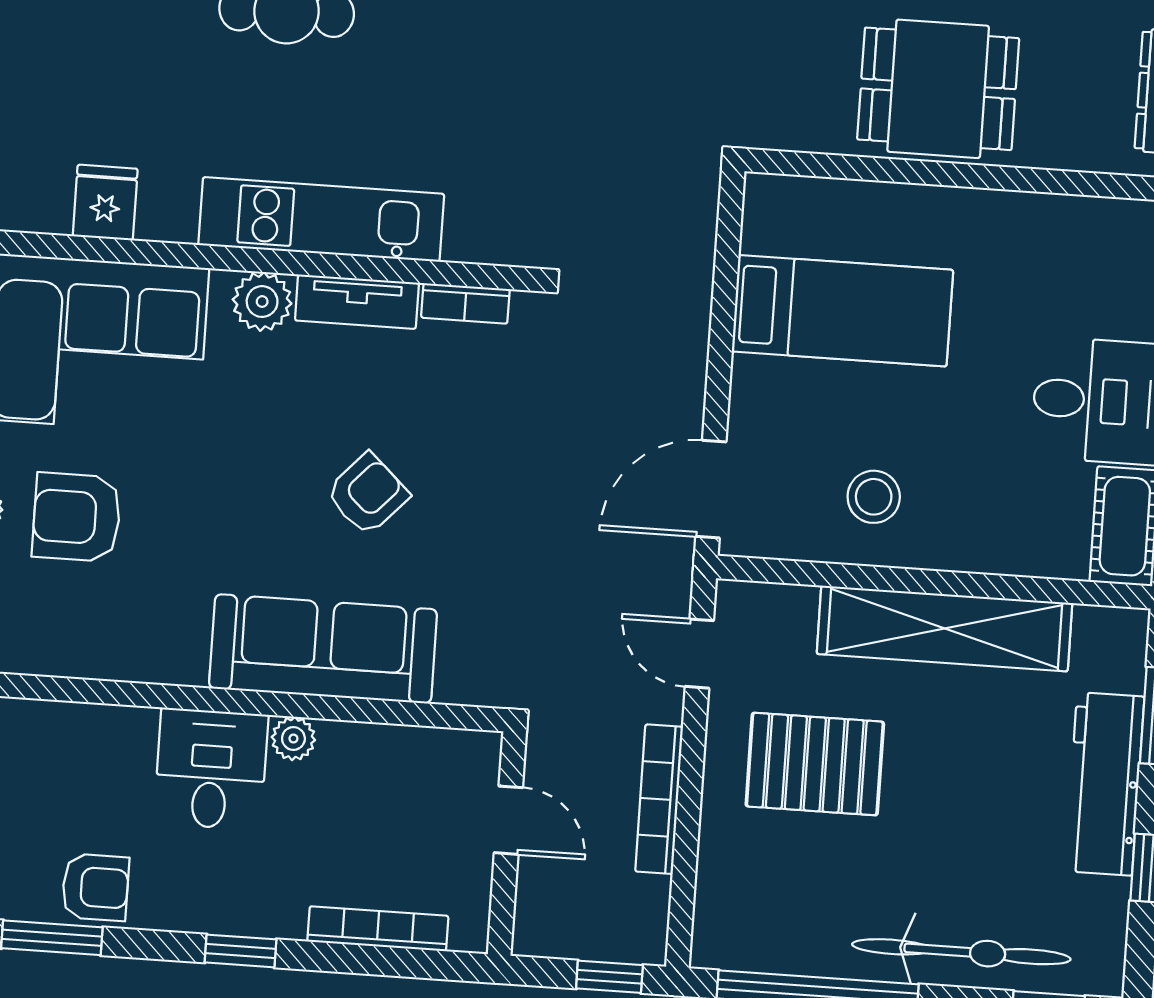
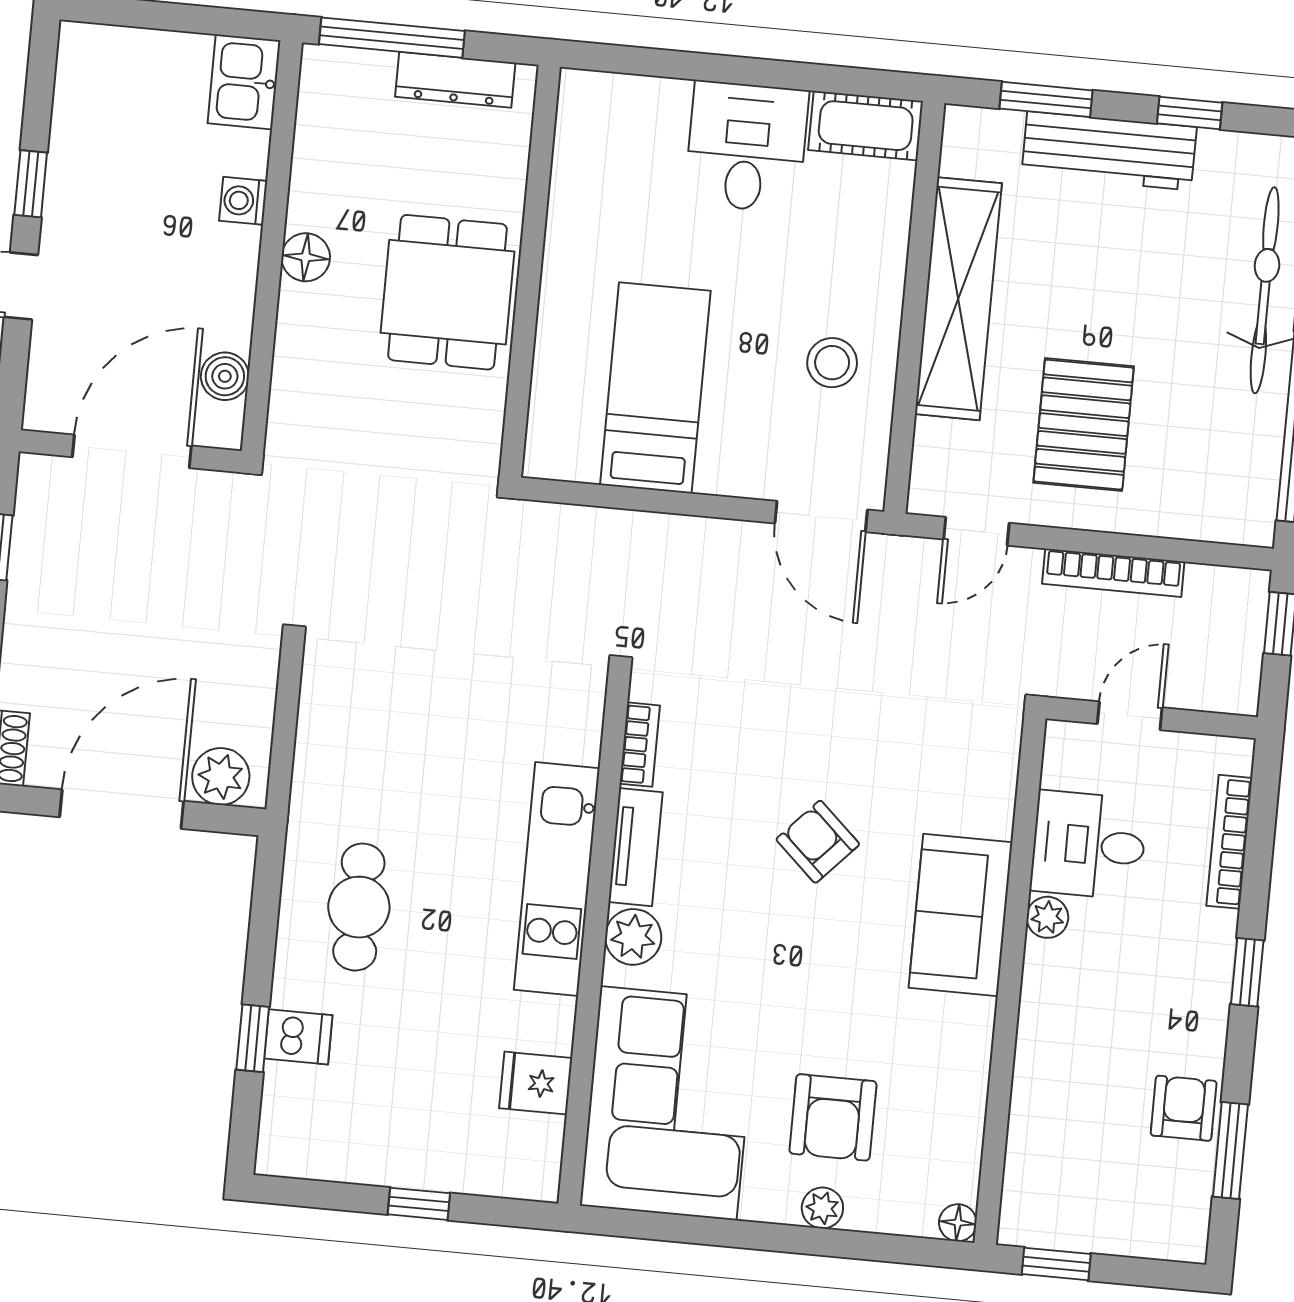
sofa: (323, 649) -> (961, 915), width x0.73
desk: (211, 769) -> (1089, 845), moved

